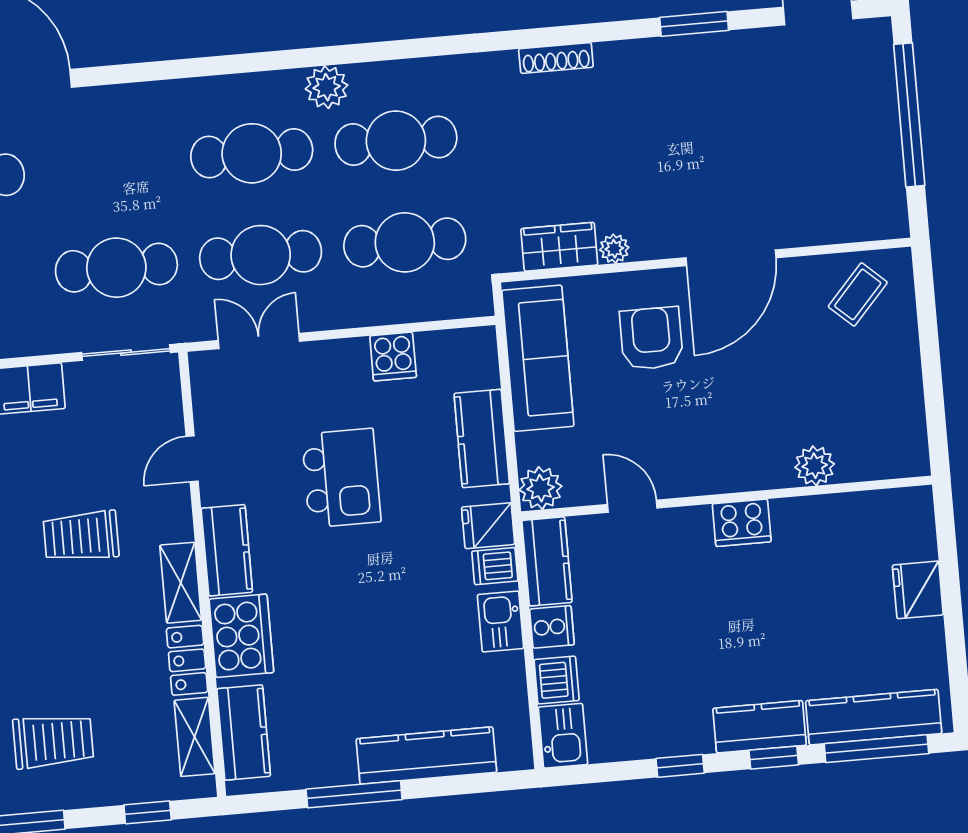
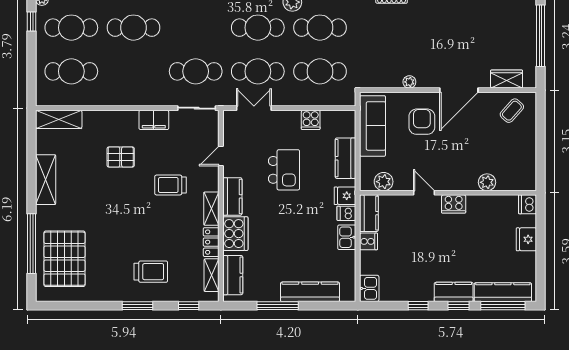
wardrobe: (559, 247) -> (507, 79), moved
plant: (541, 488) -> (384, 182), moved
door: (632, 506) -> (424, 193), moved
dishwasher: (557, 680) -> (528, 204), moved, turned 180

